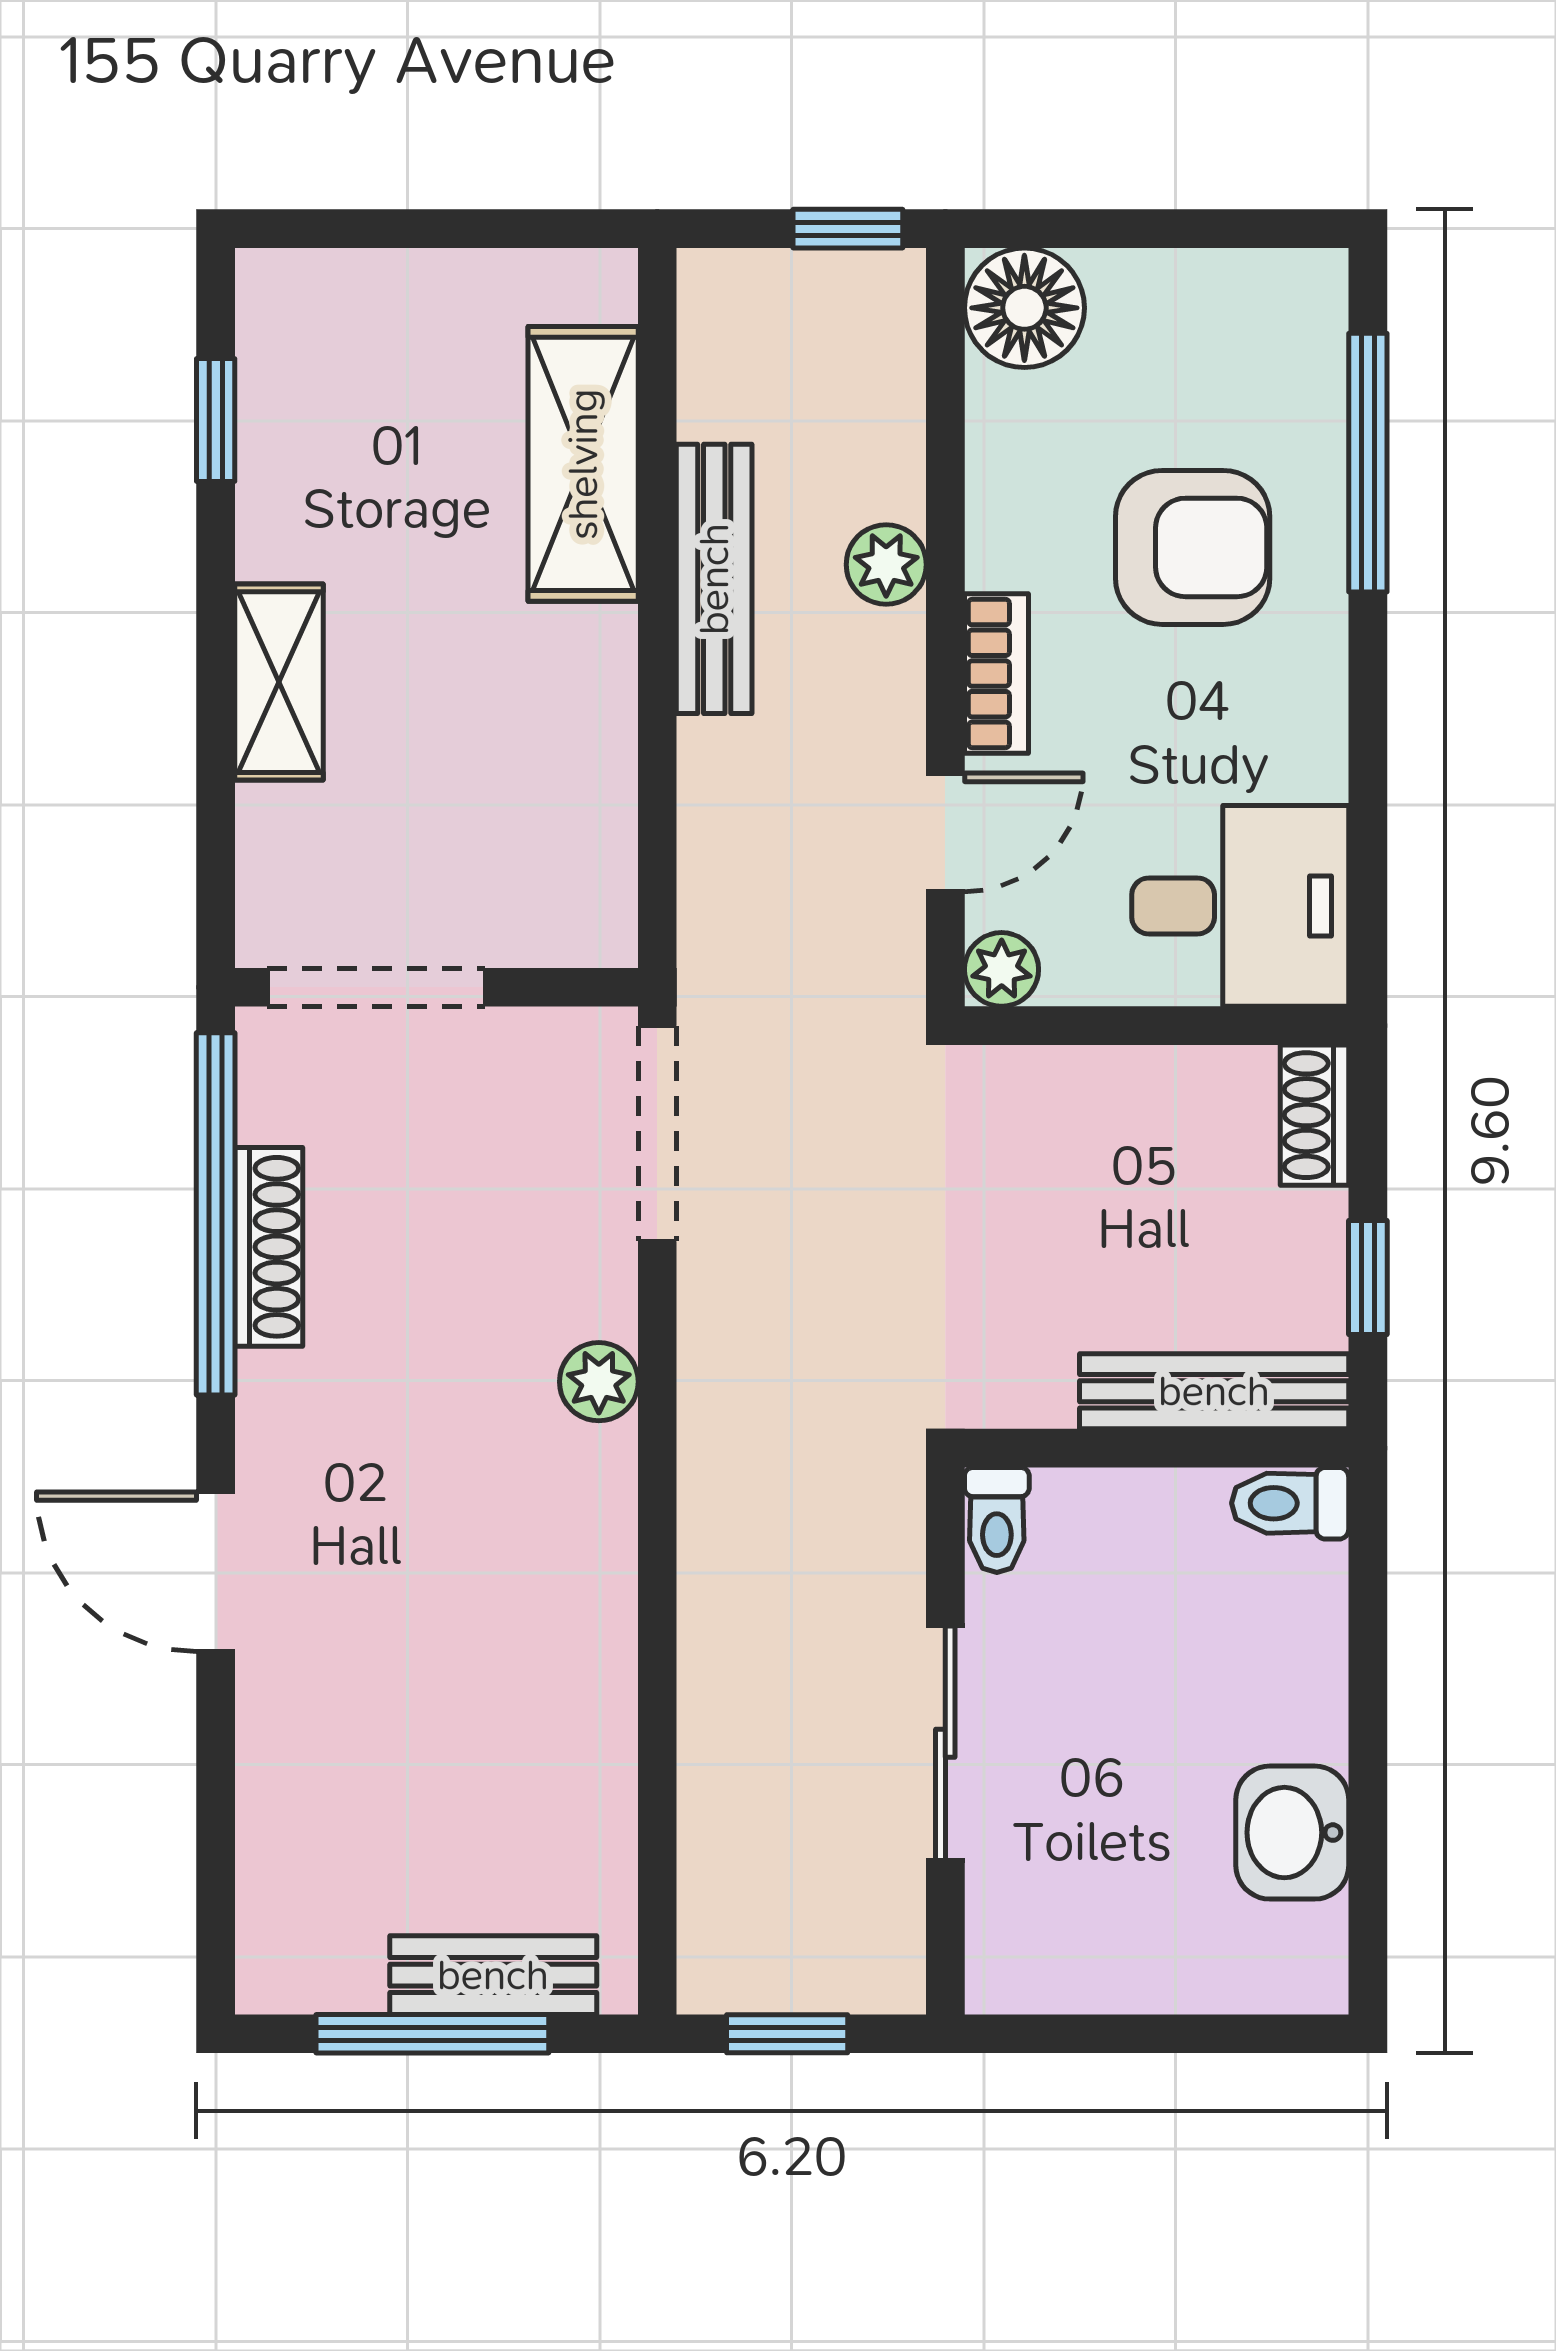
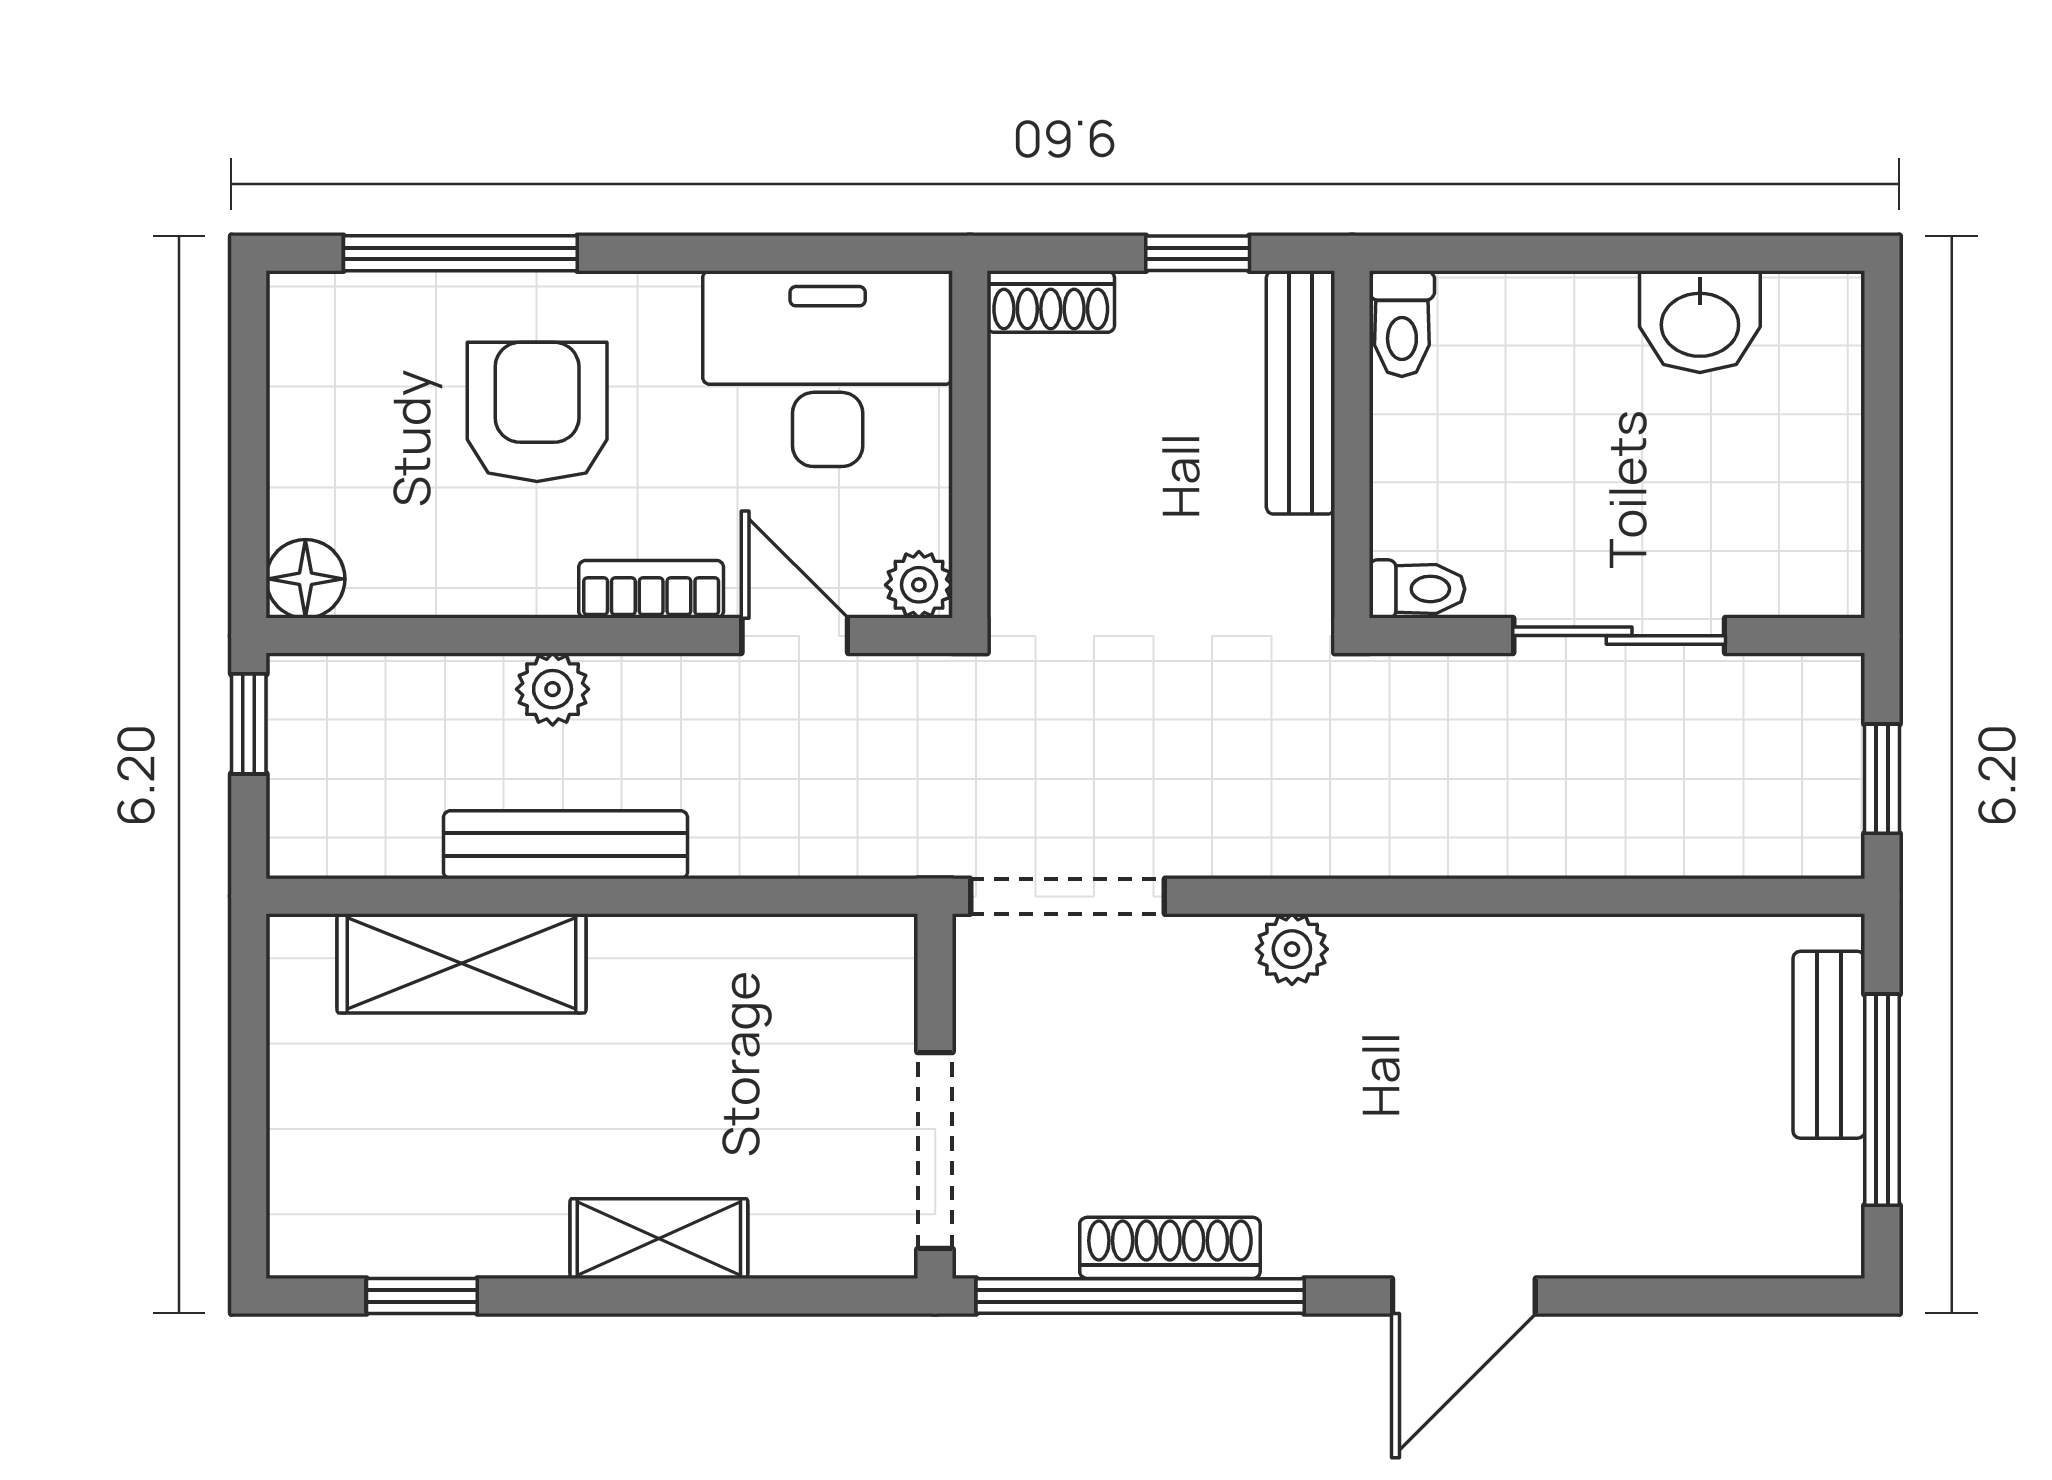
floor lamp: (1024, 308) -> (305, 579), width x0.73, depth x0.73
desk: (1240, 906) -> (828, 369), width x1.37

